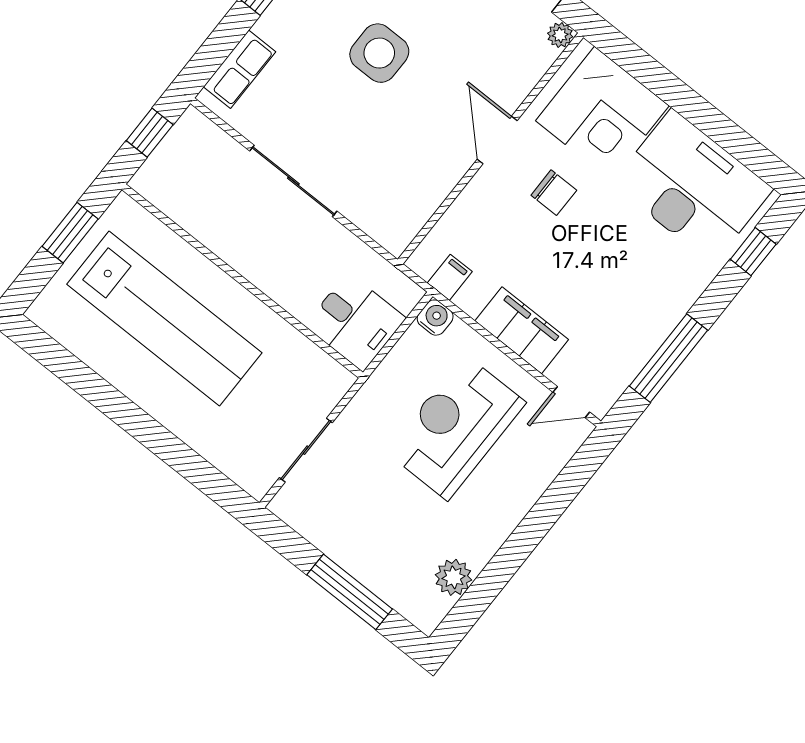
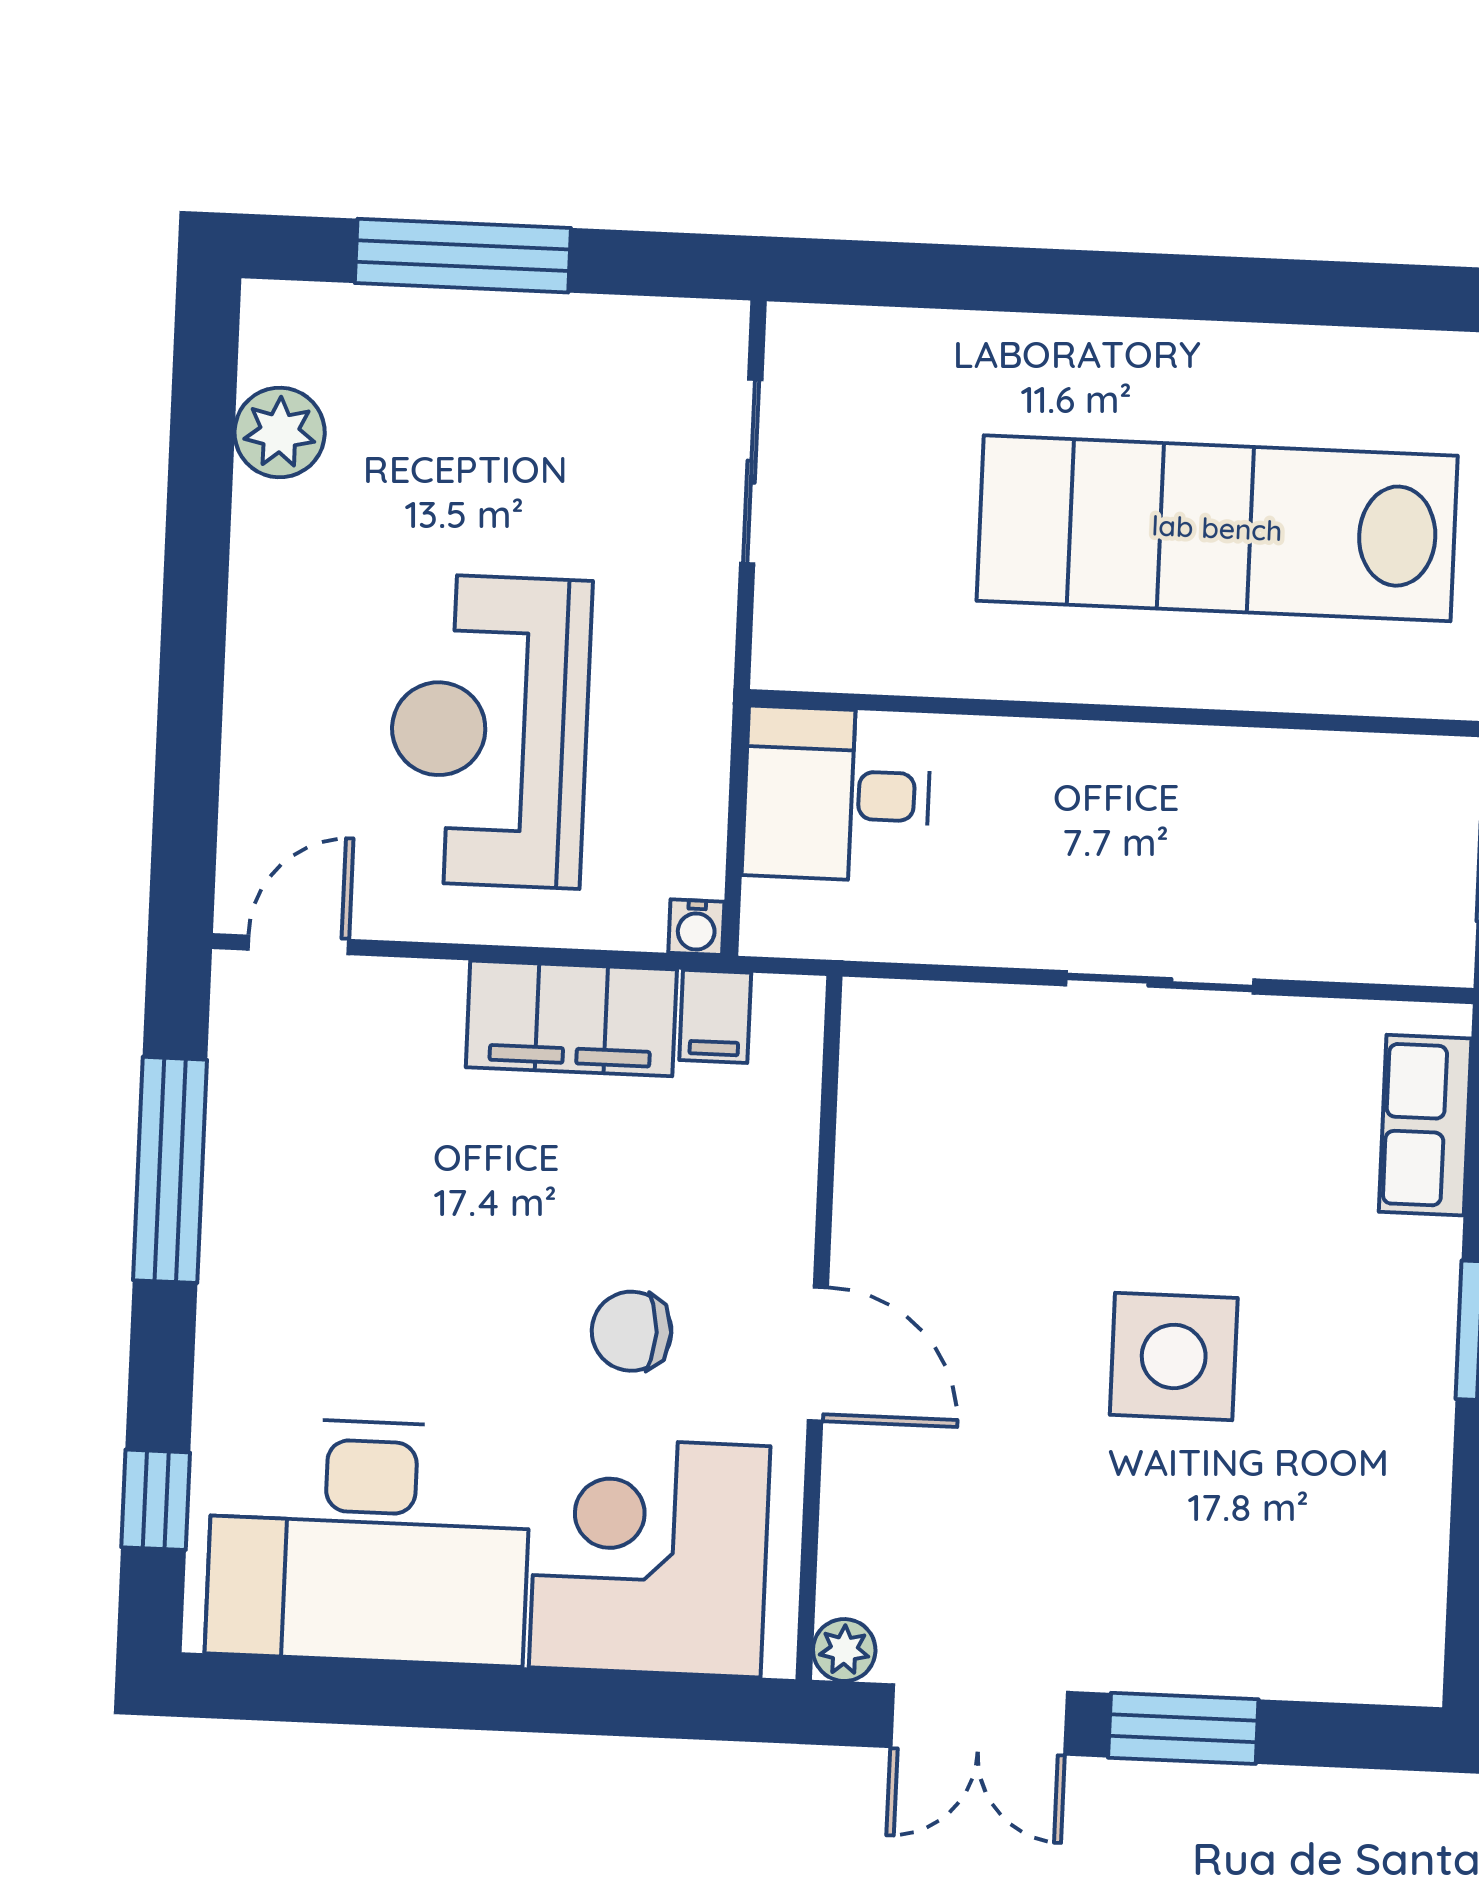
sliding door: (293, 181) -> (1160, 982), width x0.73
water cooler: (435, 318) -> (696, 927), width x0.72, depth x0.72
filing cabinet: (522, 330) -> (571, 1018), moved
reception desk: (456, 427) -> (489, 731), turned 180

